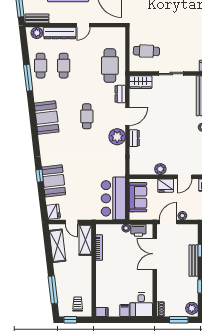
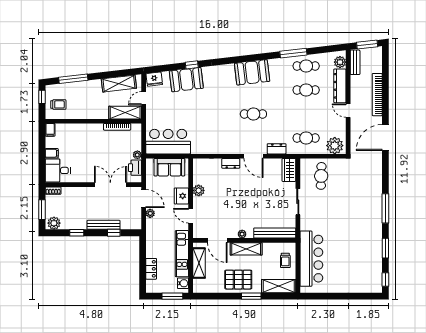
cafe table: (110, 66) -> (306, 138), width x0.73, depth x0.74
plant: (117, 137) -> (335, 146), moved

